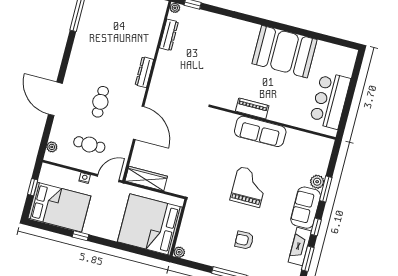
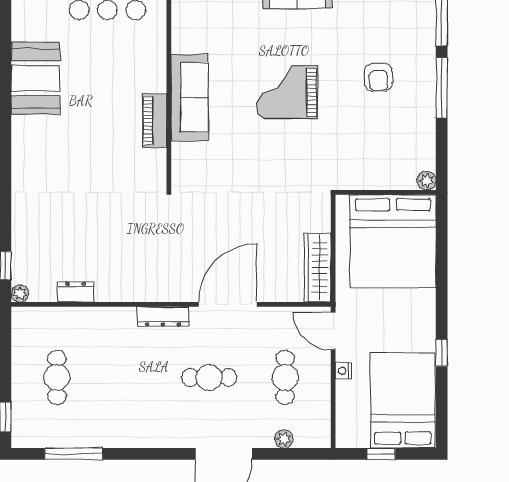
cafe table: (122, 16) -> (57, 377), added
dresser: (169, 35) -> (76, 292), width x0.70
booth: (284, 52) -> (35, 78), width x0.73, depth x0.70
dresser: (144, 72) -> (163, 317), moved
plant: (52, 147) -> (284, 439), moved

